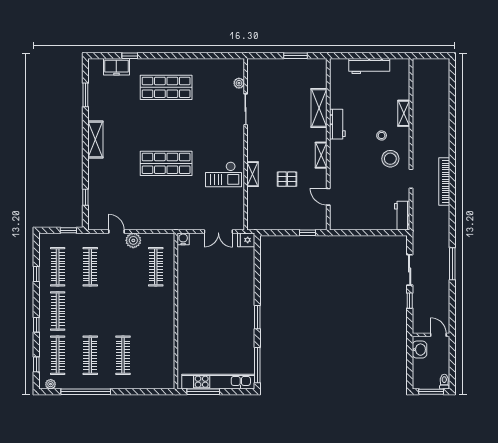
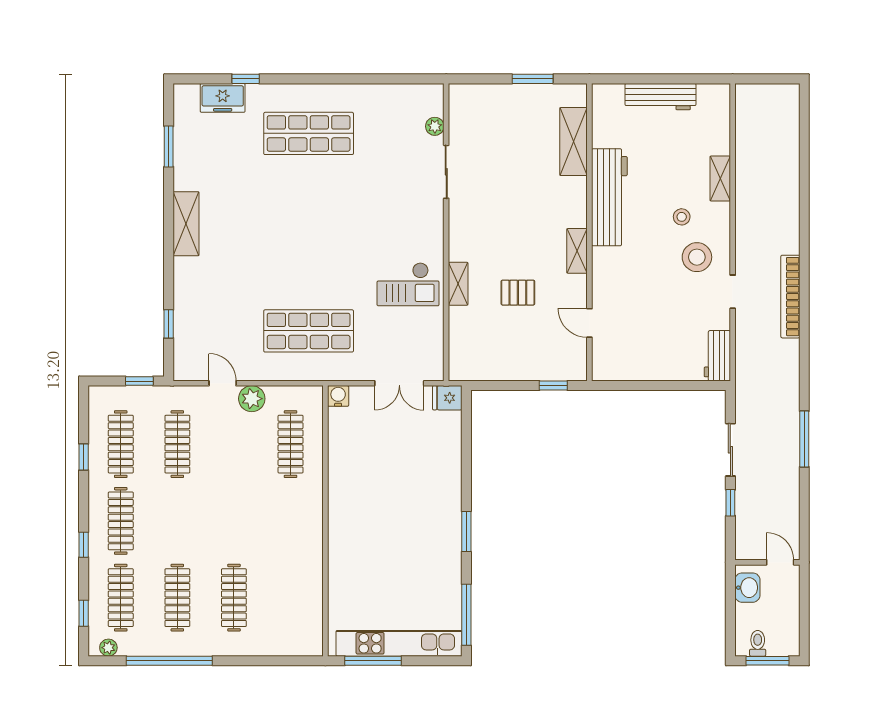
shelving: (319, 108) -> (574, 142), moved
workbench: (337, 124) -> (609, 197), width x1.88, depth x1.32
shop shelf: (166, 163) -> (309, 331), moved
toilet: (444, 382) -> (758, 643), moved

